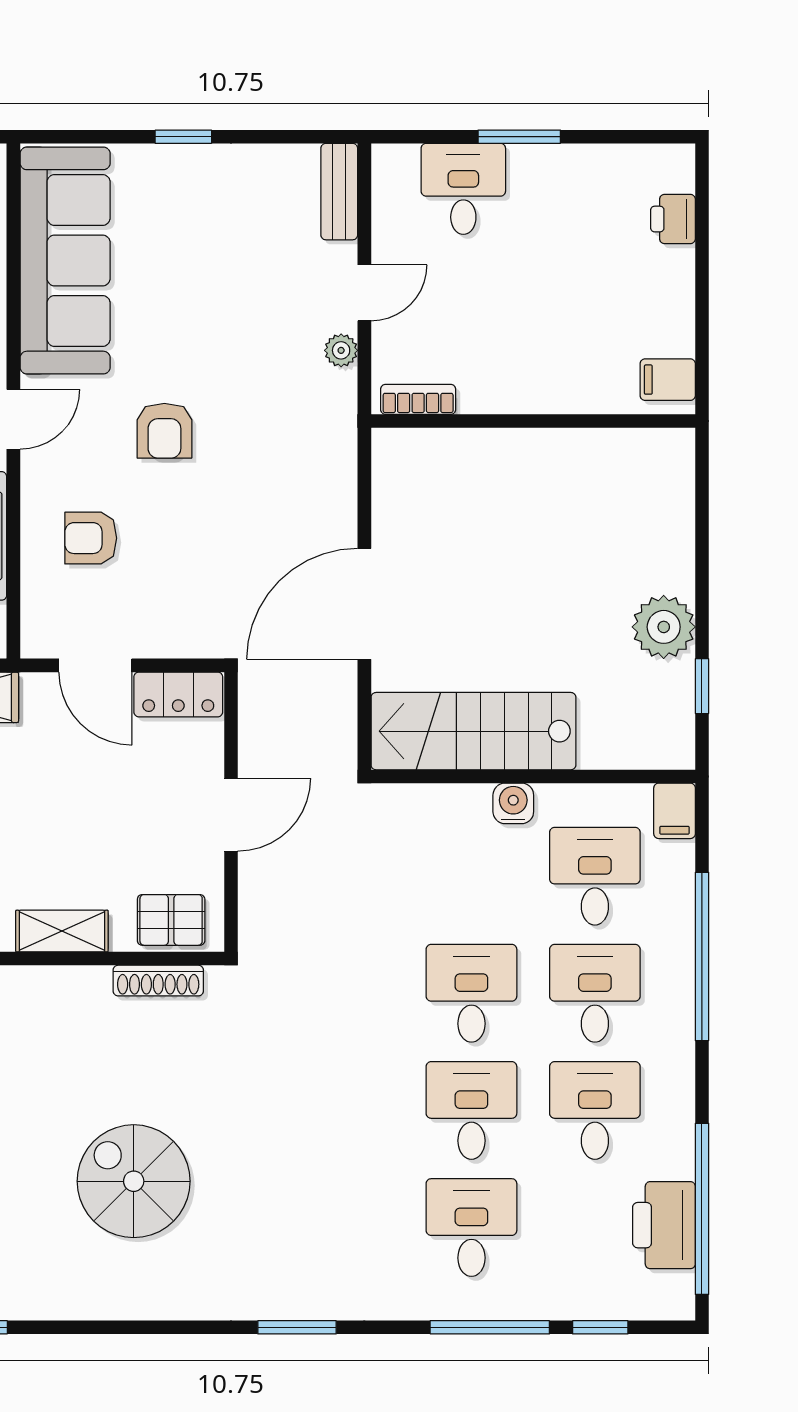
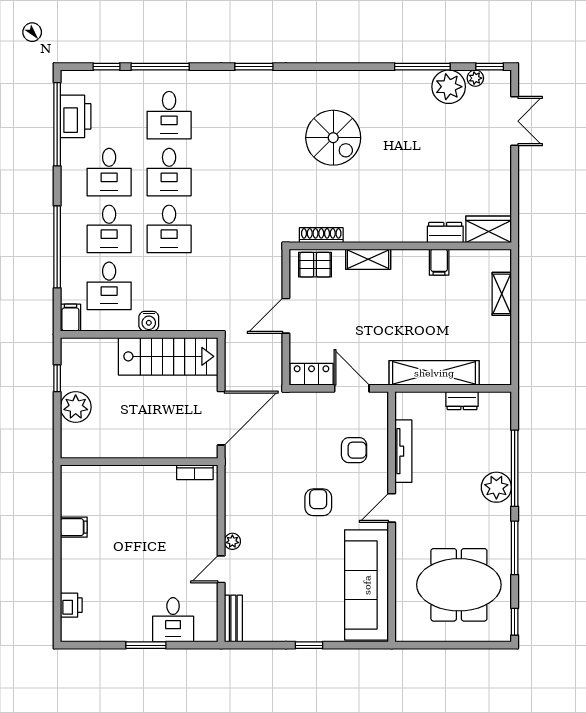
bookcase: (418, 399) -> (195, 472), moved
wall: (533, 421) -> (139, 462), moved

